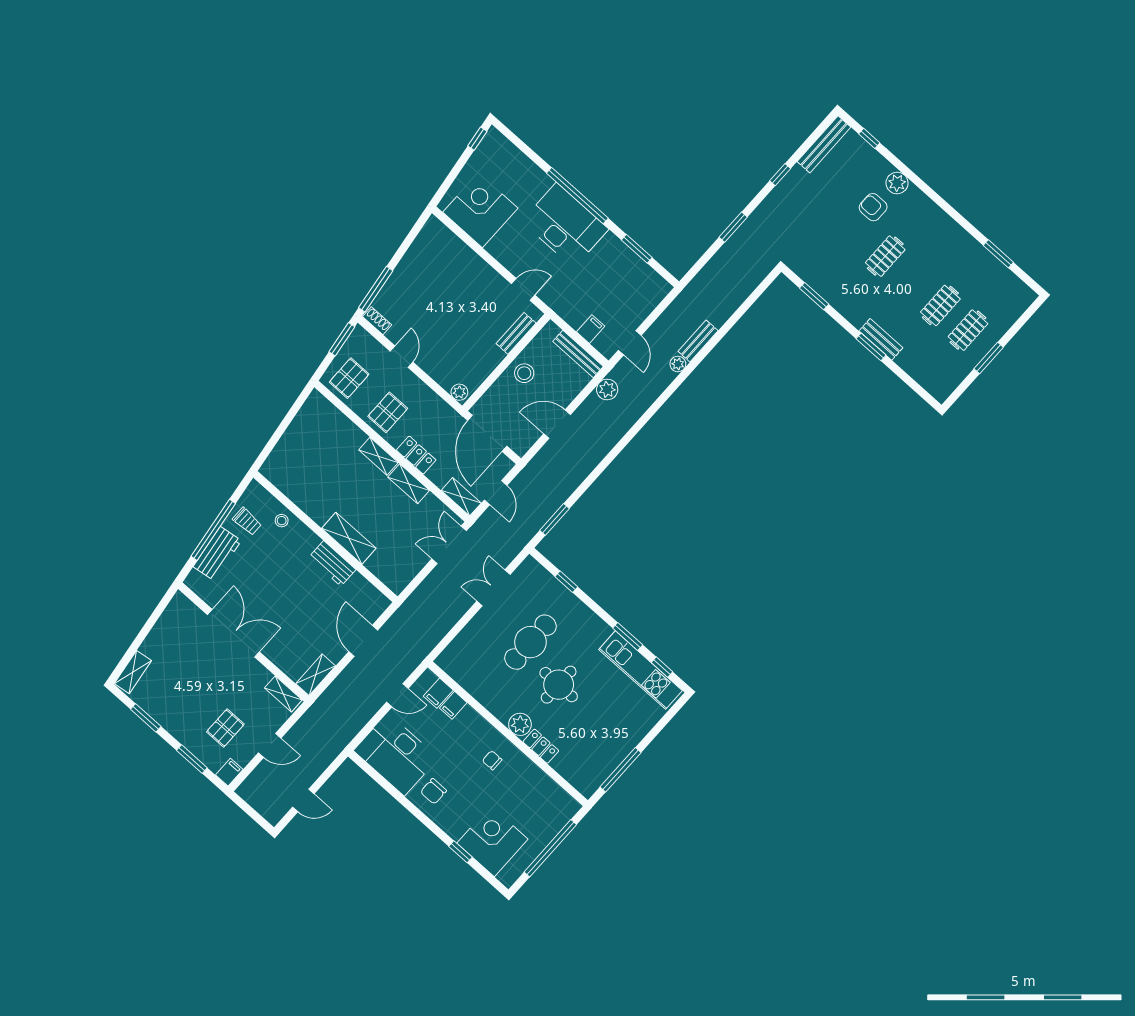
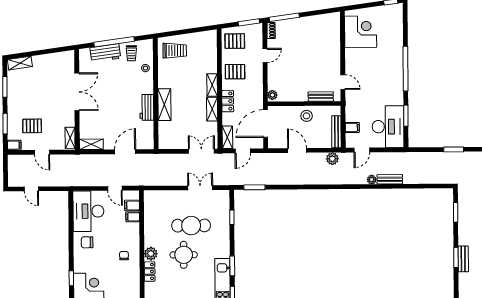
desk: (565, 225) -> (388, 127), moved
trolley: (293, 464) -> (175, 51), added

